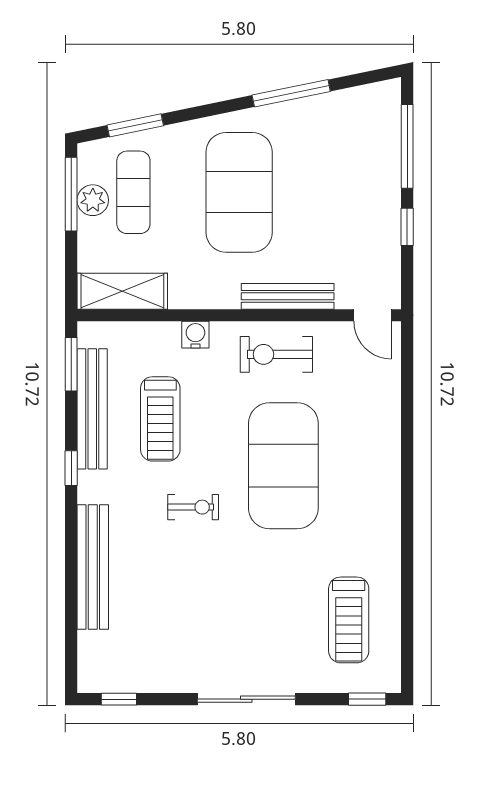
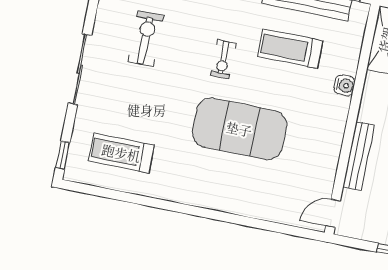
exercise bike: (276, 354) -> (146, 38), moved

